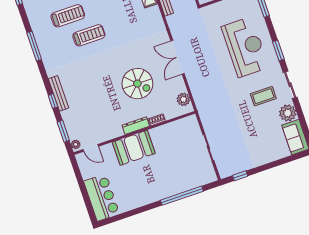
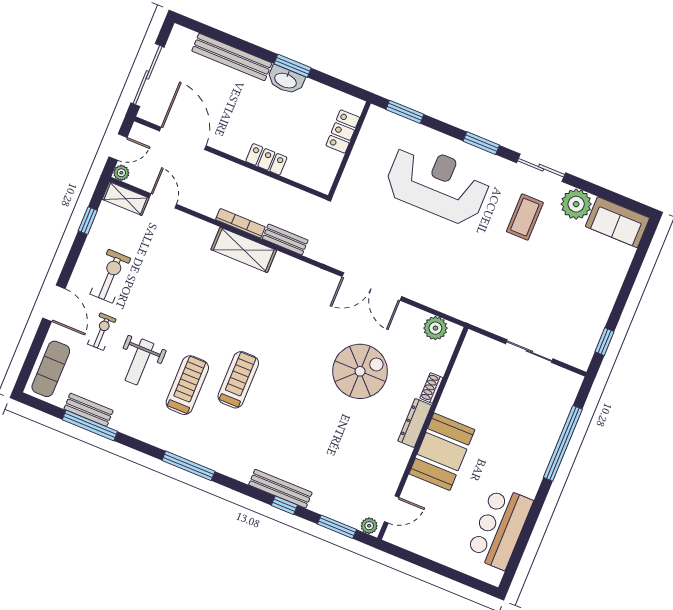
bar counter: (102, 198) -> (500, 528), moved, turned -90

